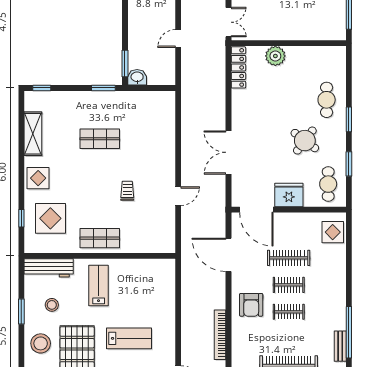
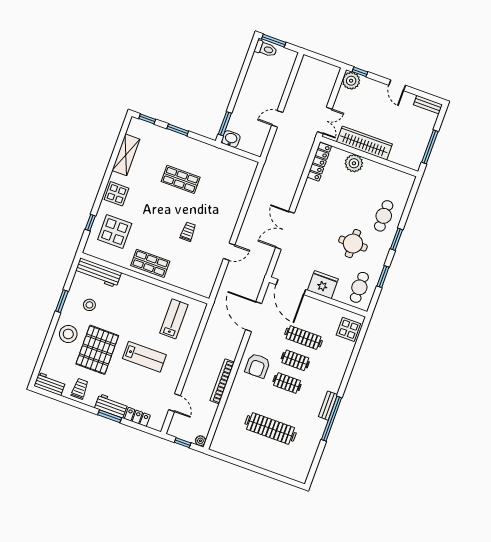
wardrobe: (279, 31) -> (364, 143), added
window: (103, 88) -> (178, 130), moved
round table: (305, 141) -> (353, 244), turned -37
lab bench: (99, 286) -> (174, 319), moved
bench: (340, 346) -> (328, 406), moved

